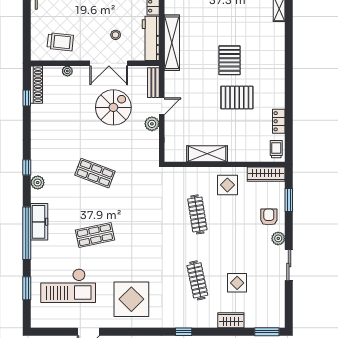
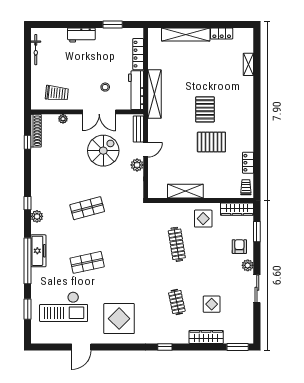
shop shelf: (95, 173) -> (87, 208), turned -36
clothes rail: (197, 280) -> (177, 302), width x0.73
wardrobe: (231, 320) -> (206, 337), width x1.50

